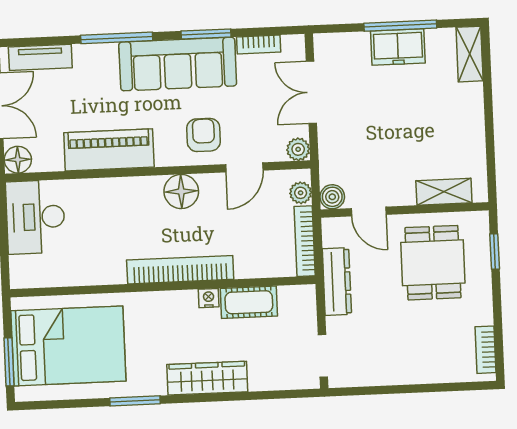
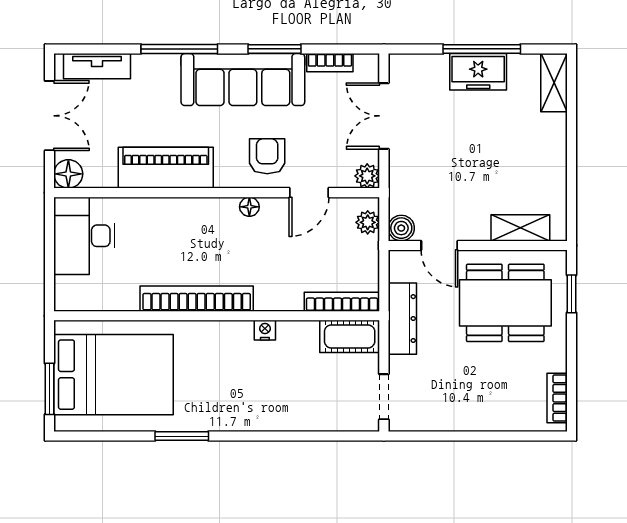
floor lamp: (181, 191) -> (249, 207), width x0.53, depth x0.53
bookcase: (305, 241) -> (342, 302), moved, turned 90
dining table: (433, 263) -> (505, 303), width x1.38
bookcase: (180, 270) -> (197, 299), moved
cot: (249, 302) -> (350, 336), moved
wardrobe: (207, 378) -> (260, 415), removed

